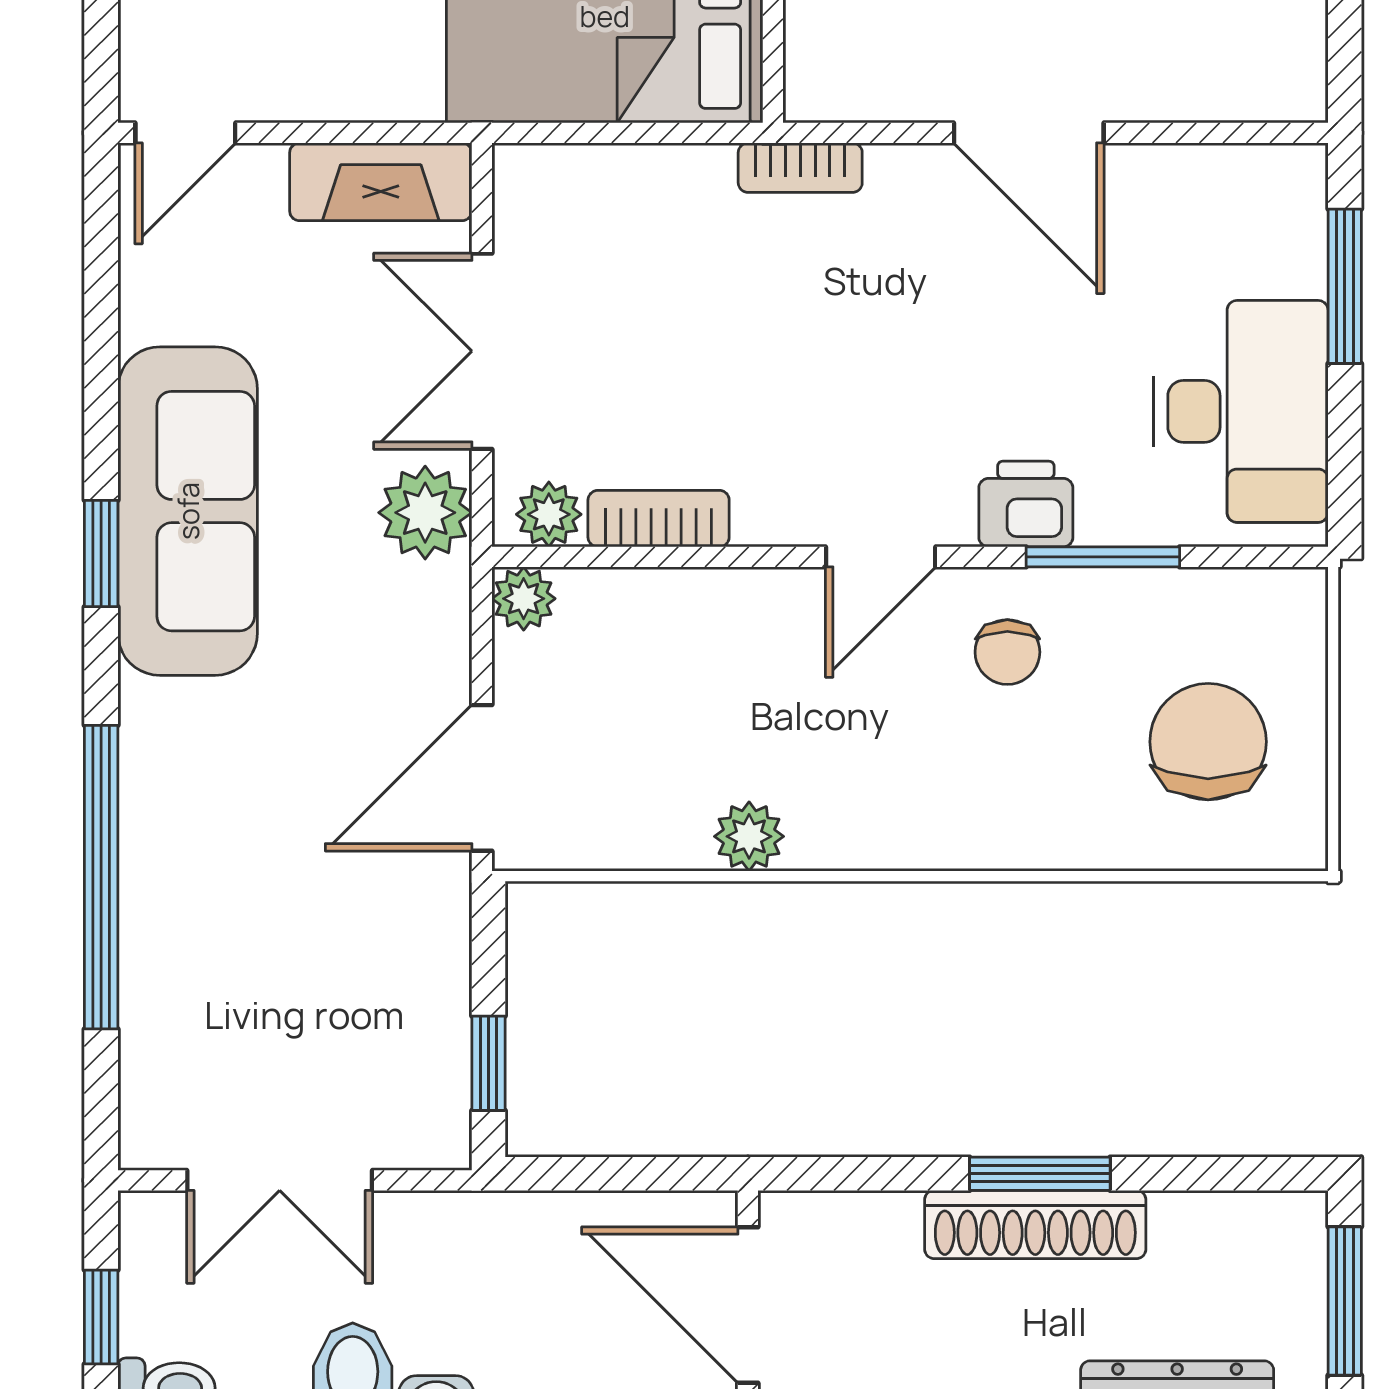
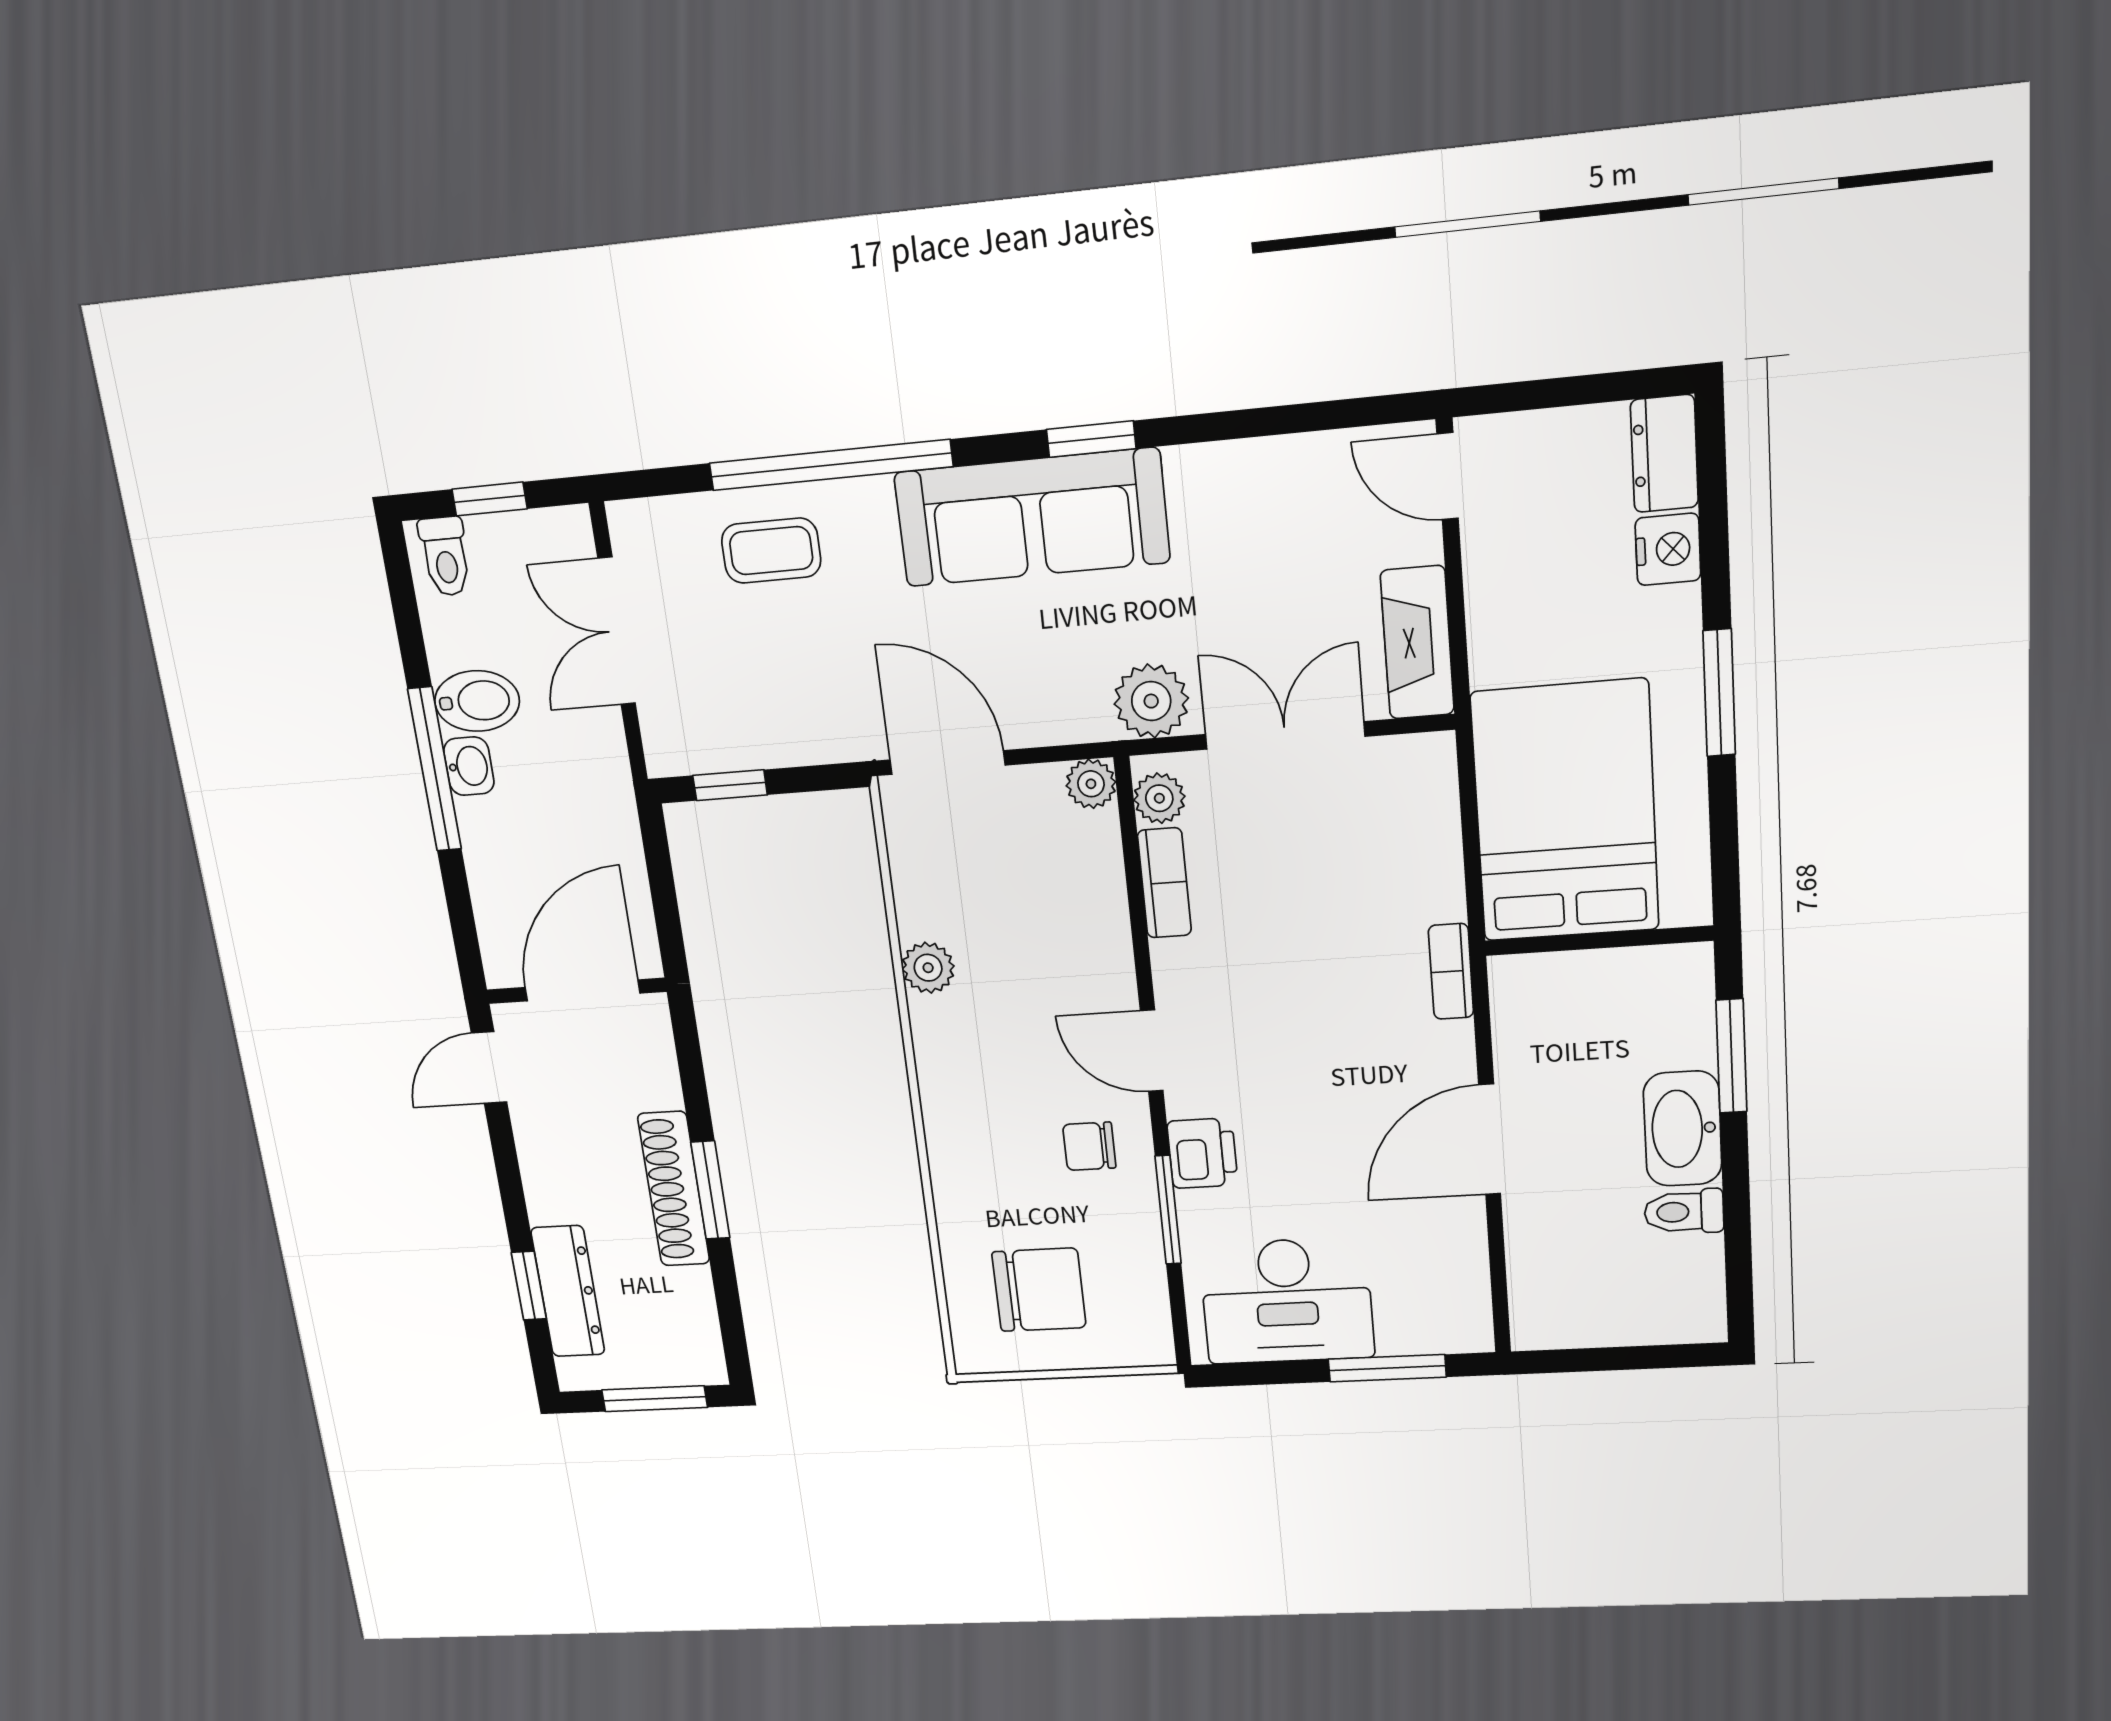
sofa: (188, 511) -> (1032, 518), moved
coffee table: (198, 966) -> (771, 551), added

